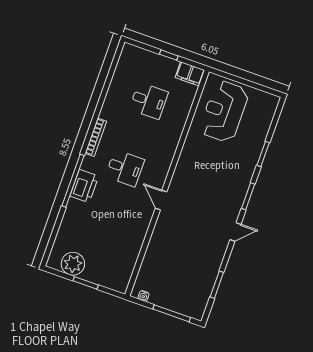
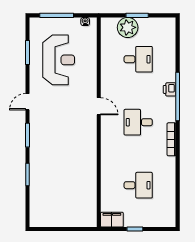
desk: (149, 101) -> (138, 185), turned 180
reception desk: (224, 111) -> (59, 60), moved
printer: (84, 186) -> (170, 89), width x0.53, depth x0.68
desk: (101, 235) -> (138, 59), added
plant: (73, 264) -> (128, 27), moved

